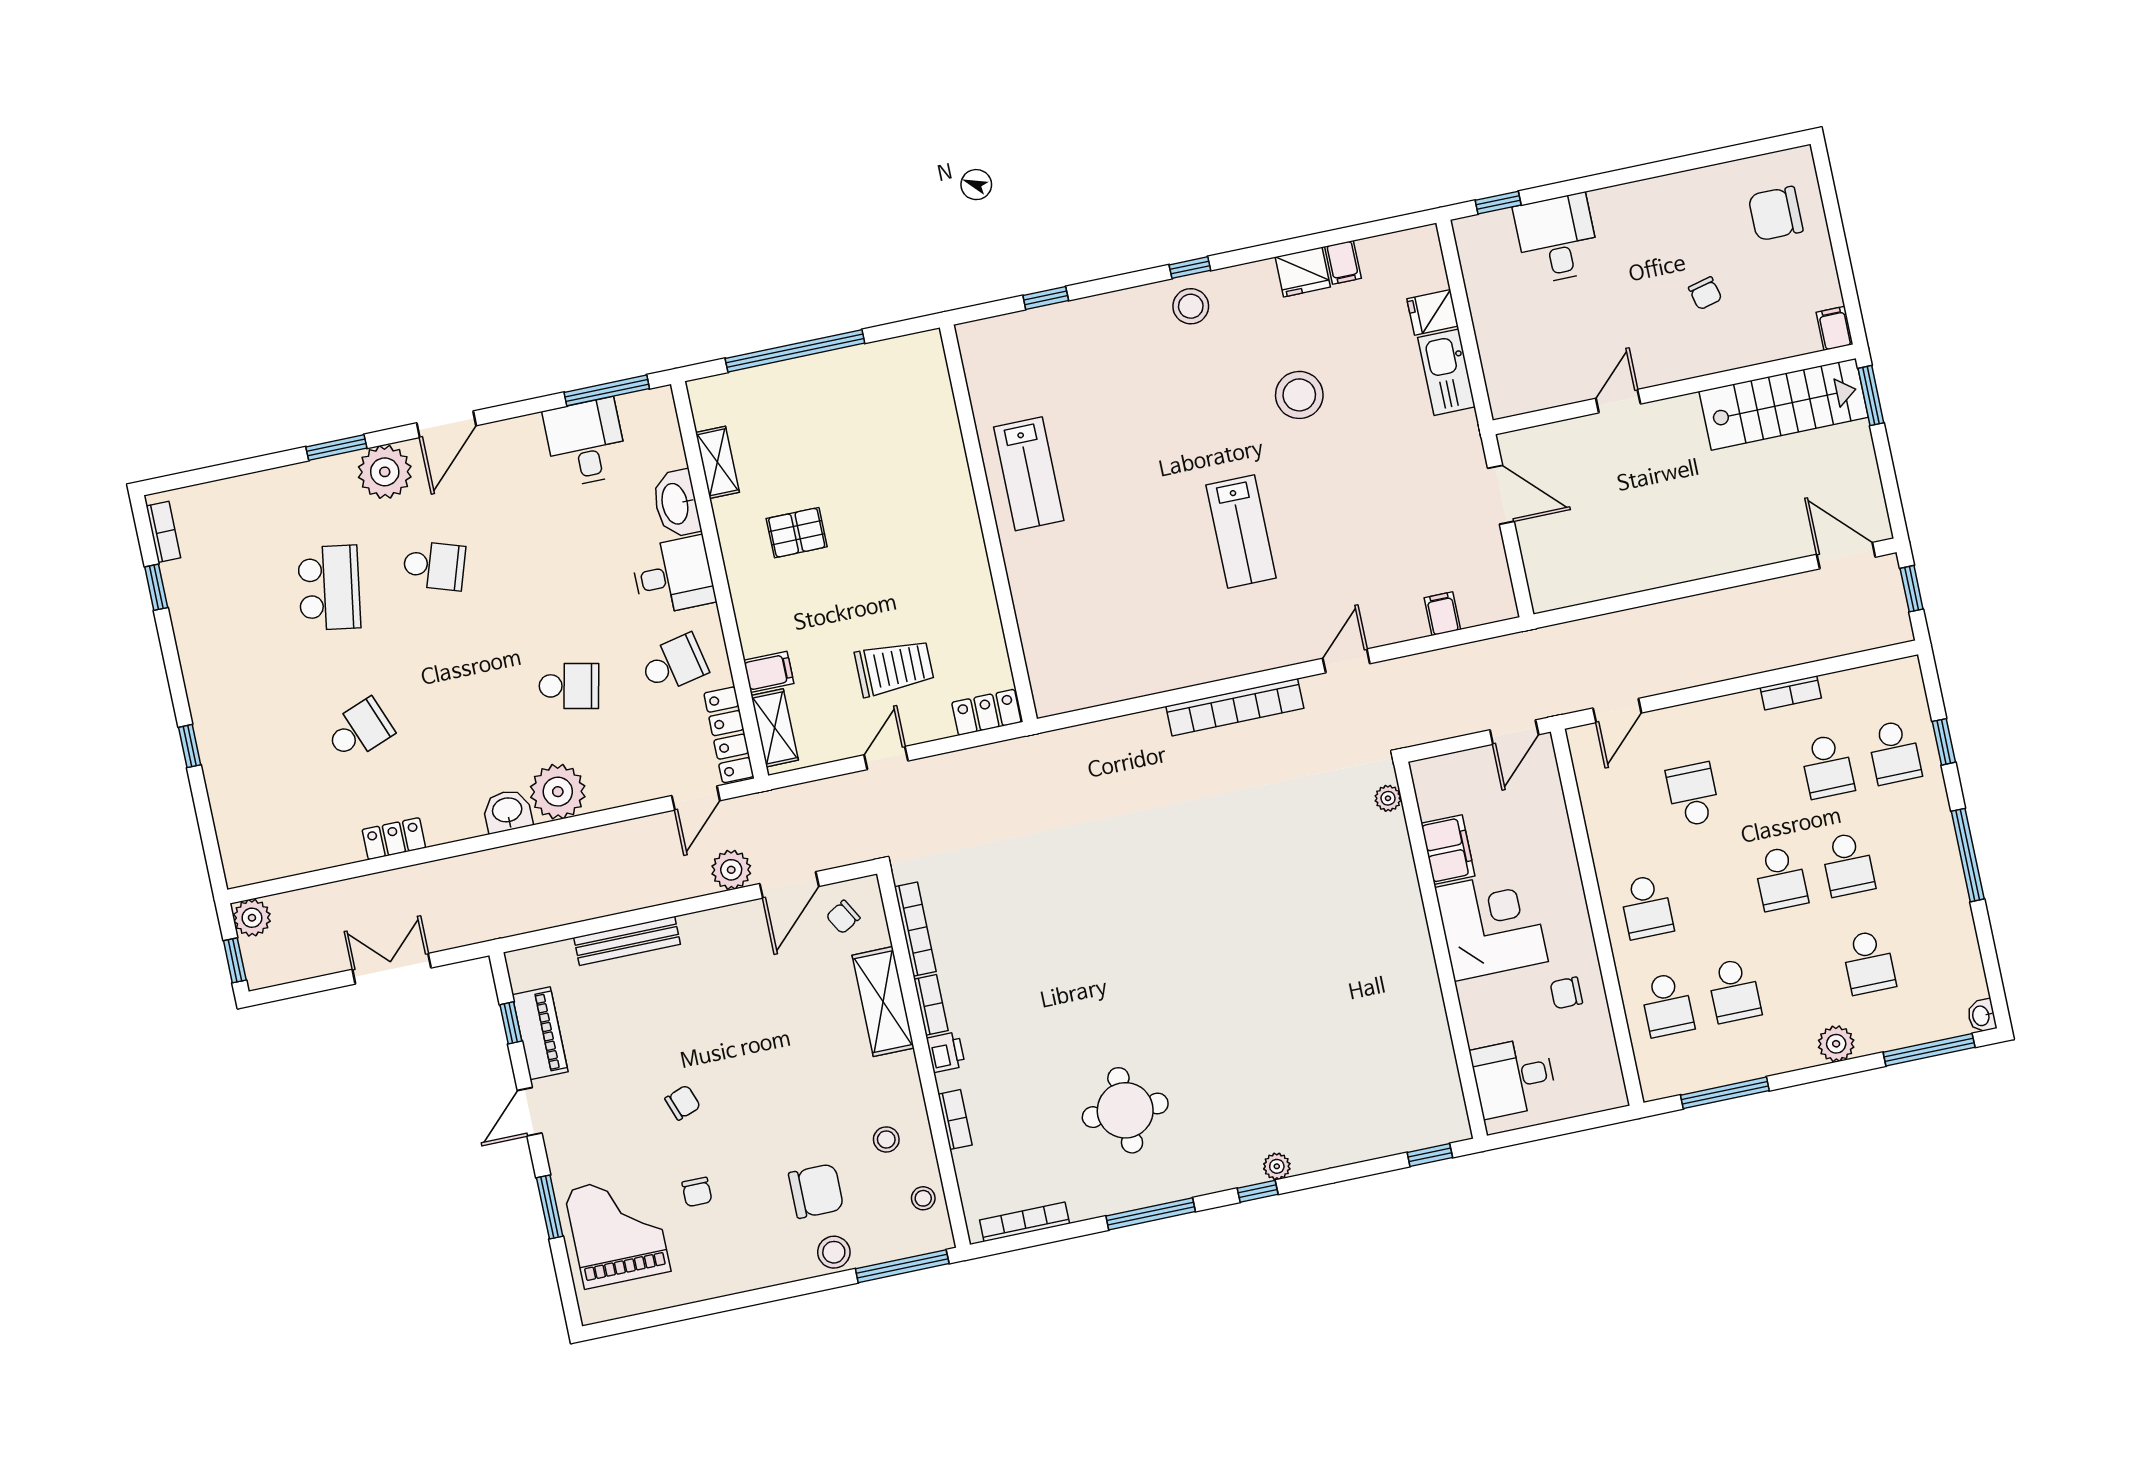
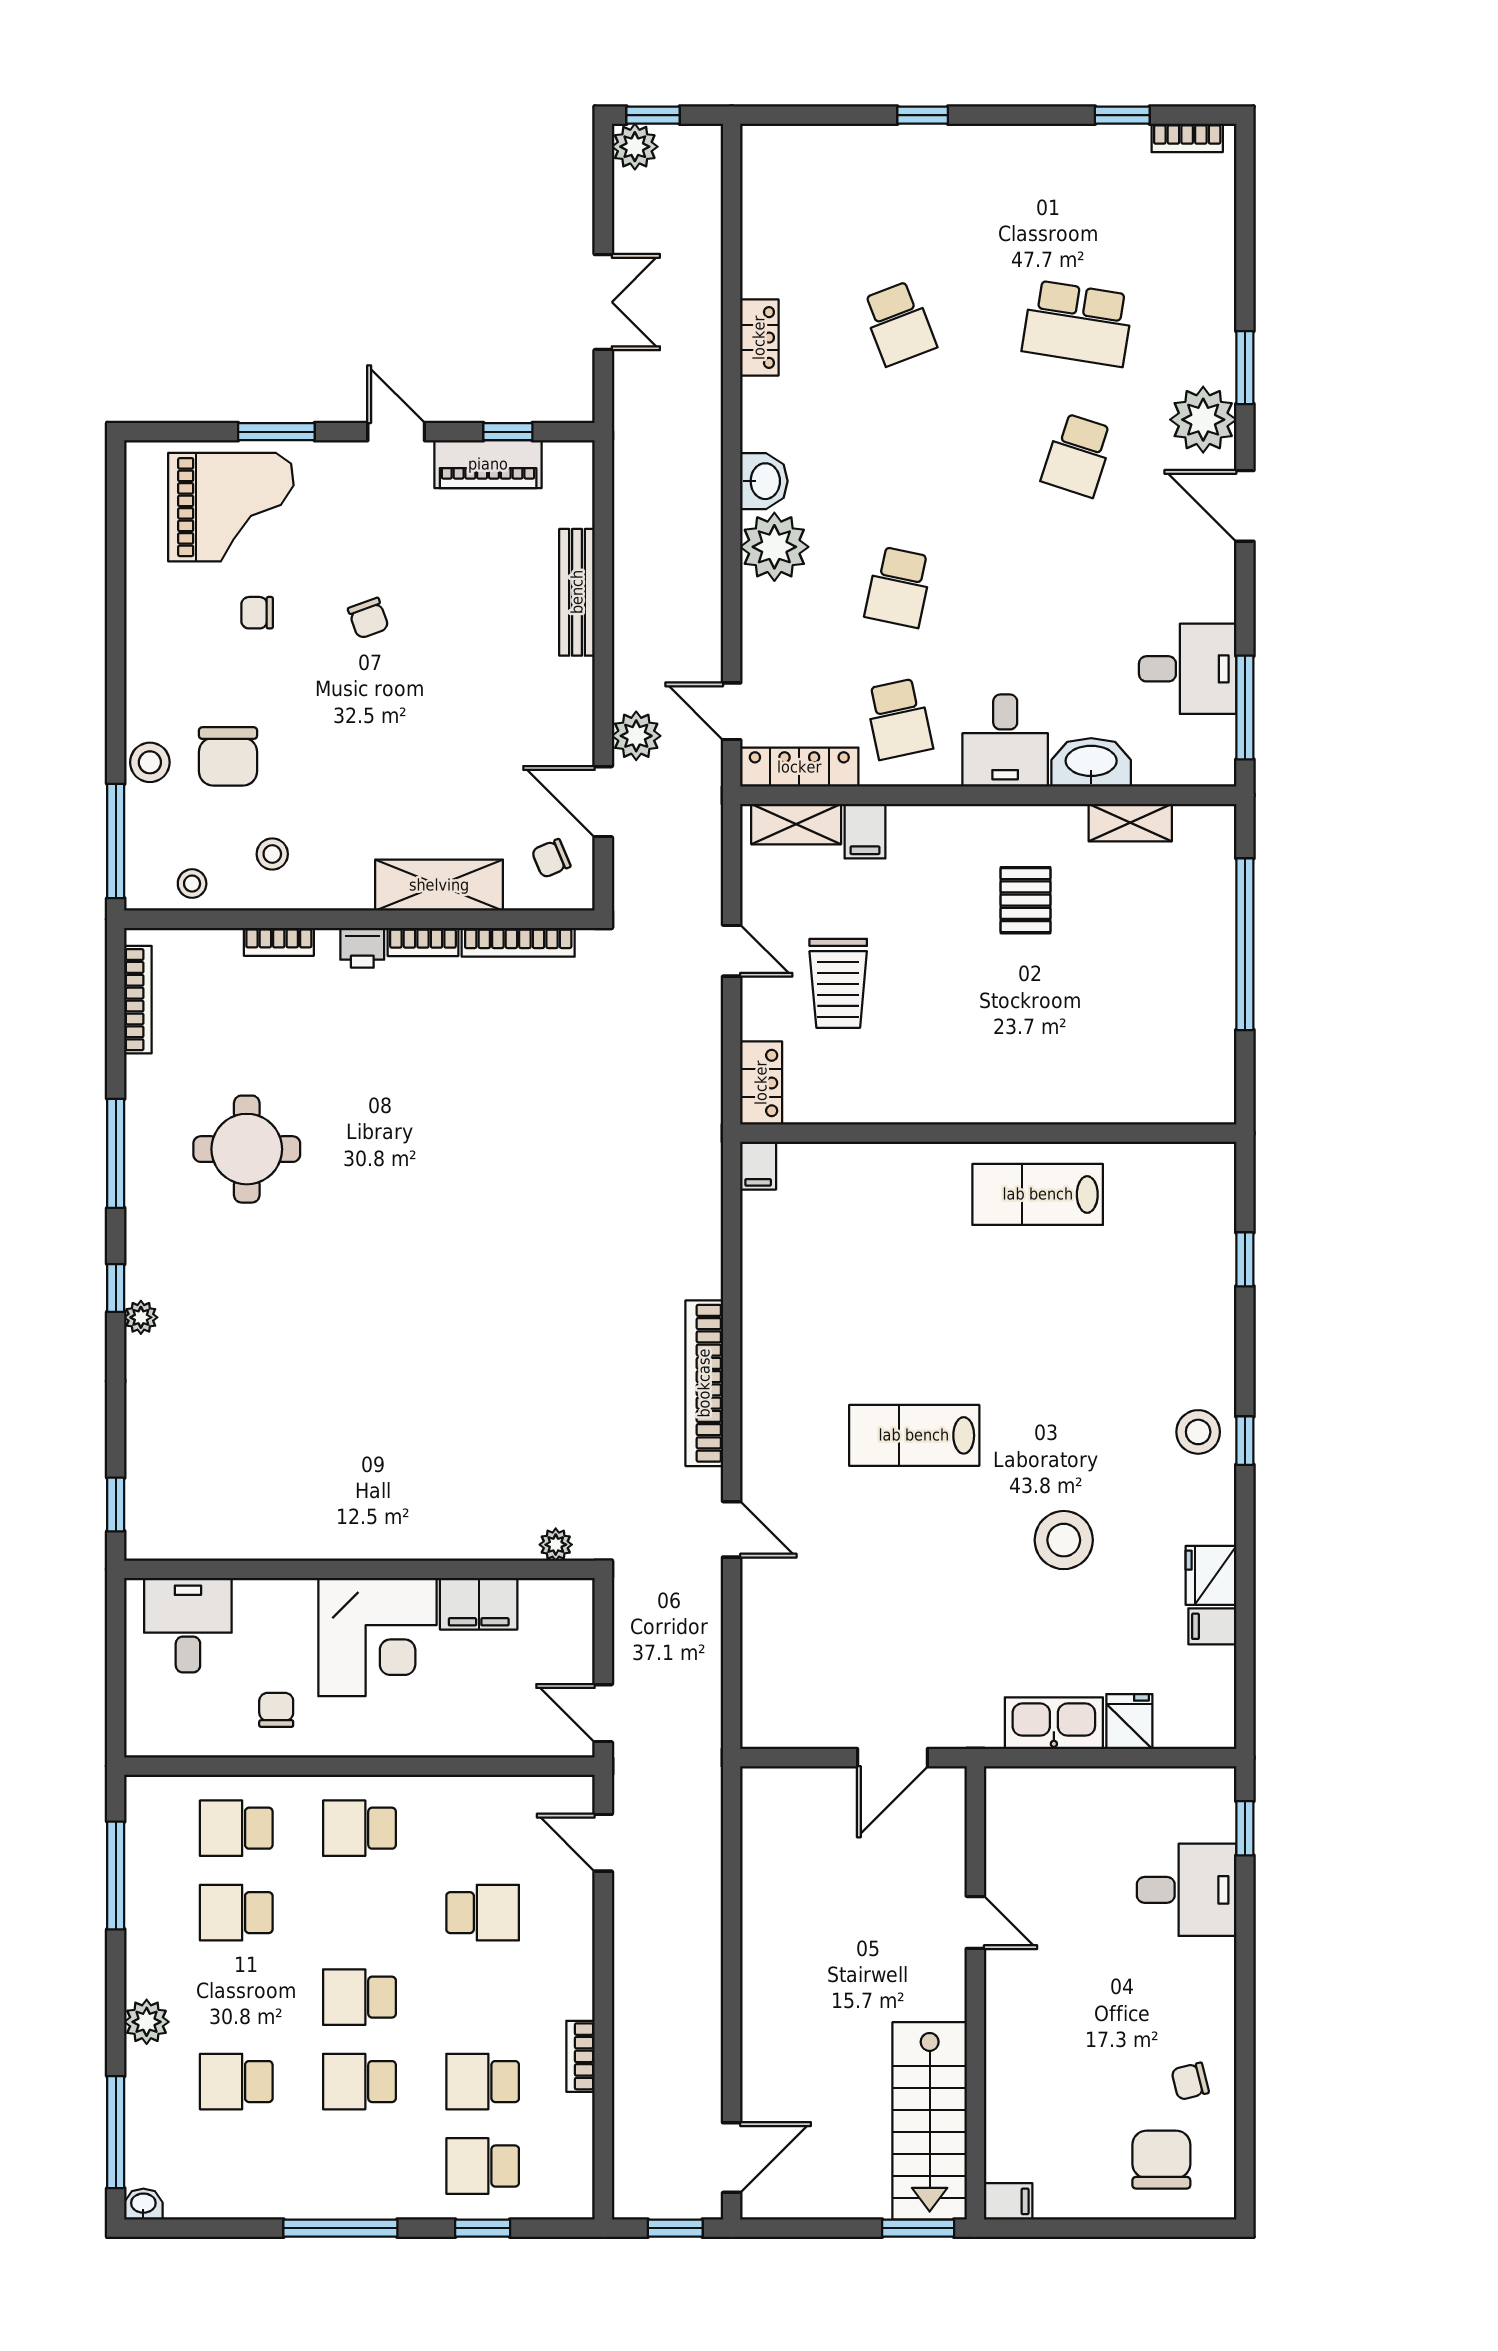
chair: (1705, 293) -> (1190, 2081), moved
filing cabinet: (1442, 614) -> (758, 1166), moved, turned 90
chair: (843, 917) -> (551, 858), turned -83
plant: (252, 918) -> (635, 147), moved

